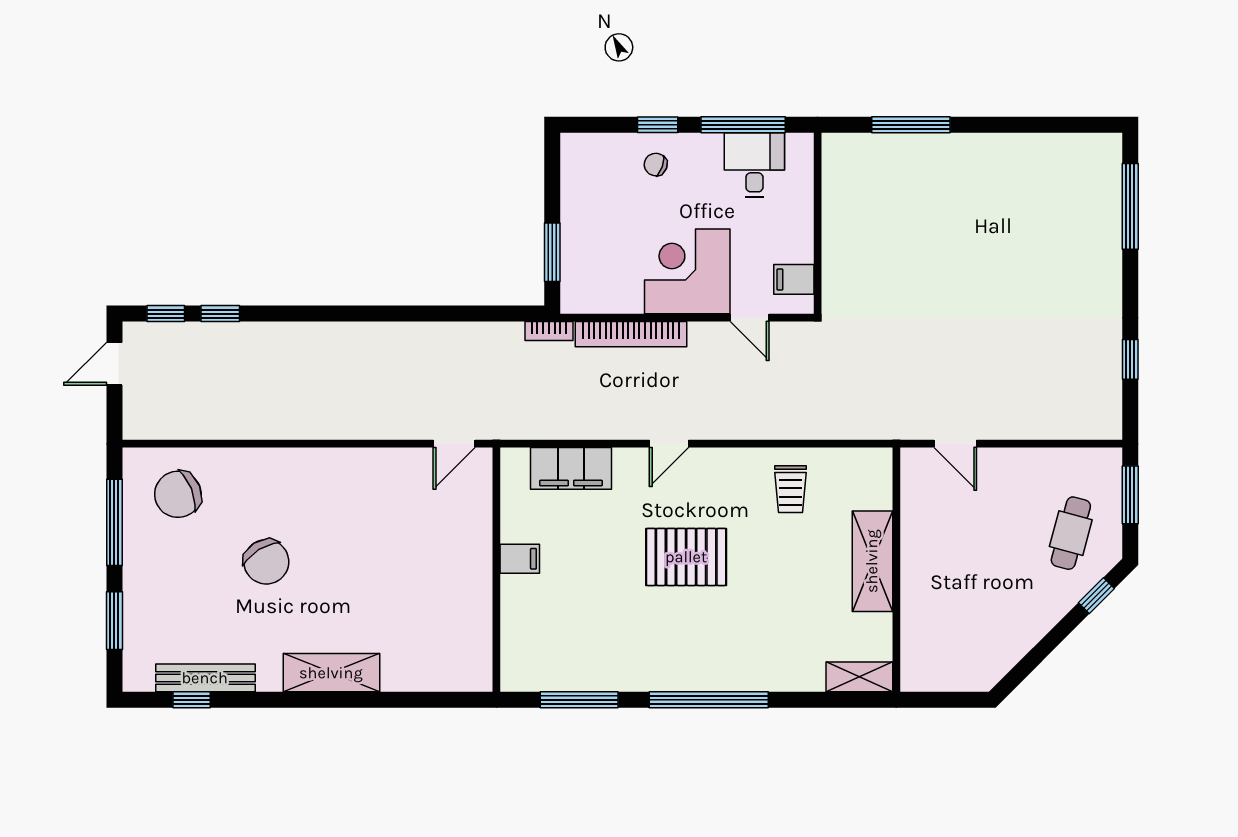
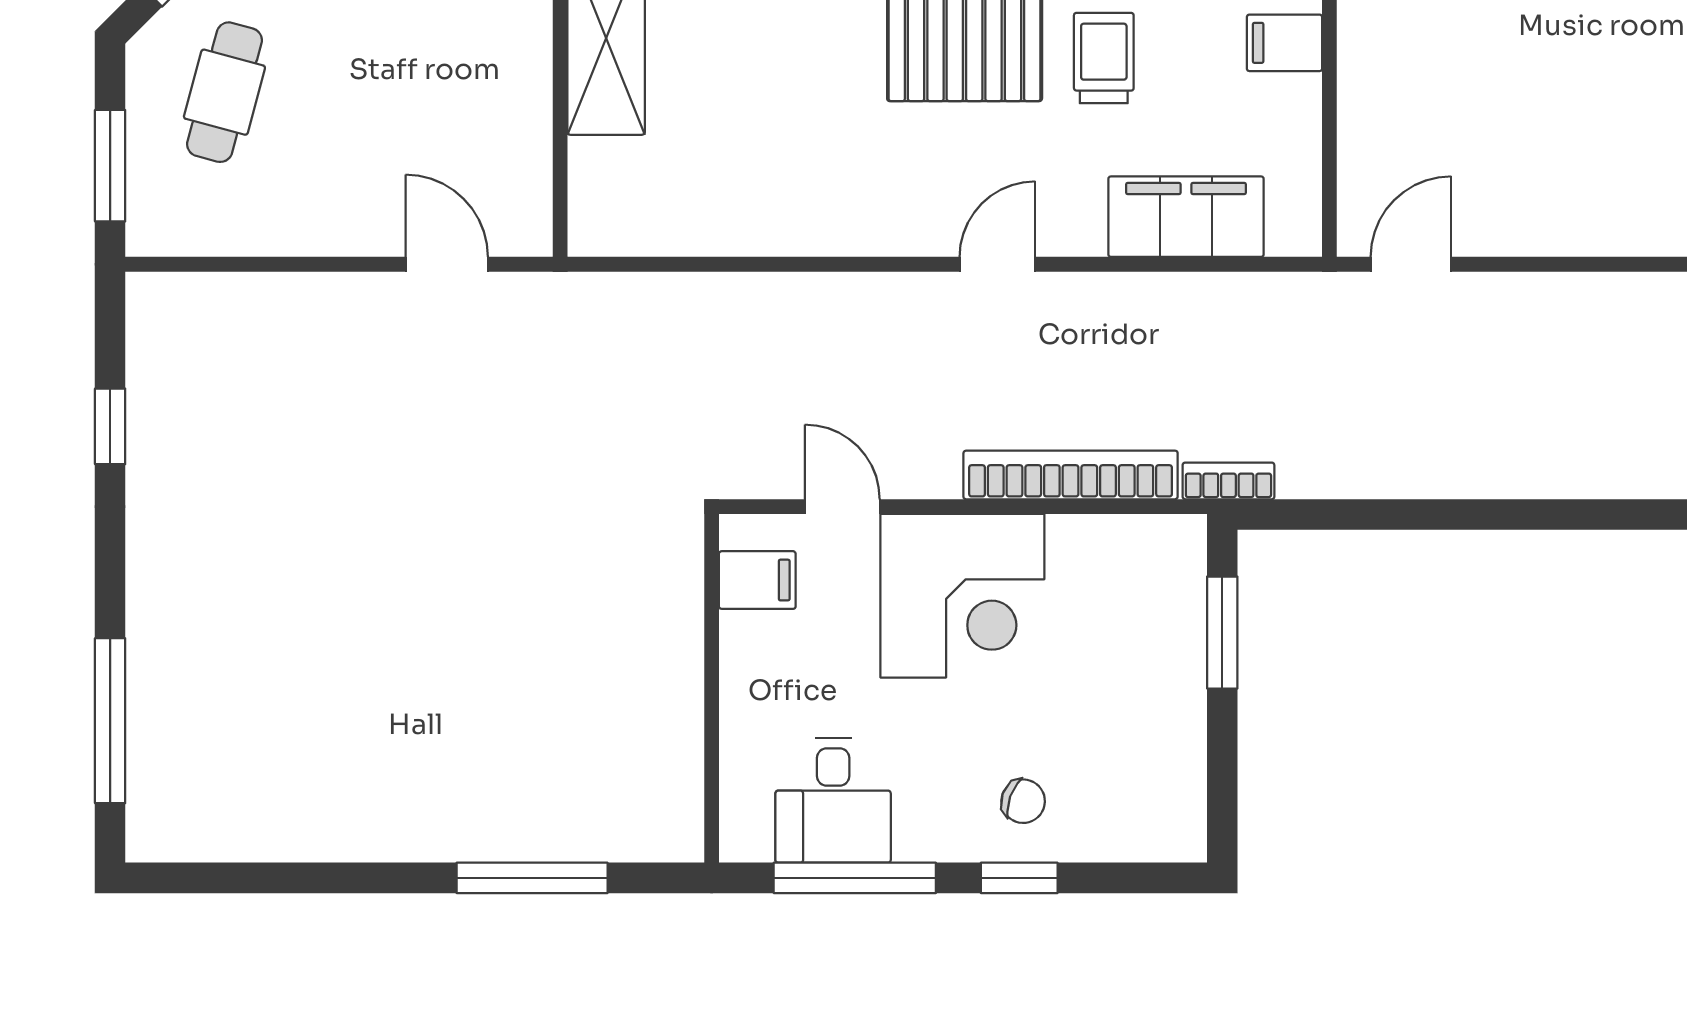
trolley: (791, 489) -> (1104, 58), moved

